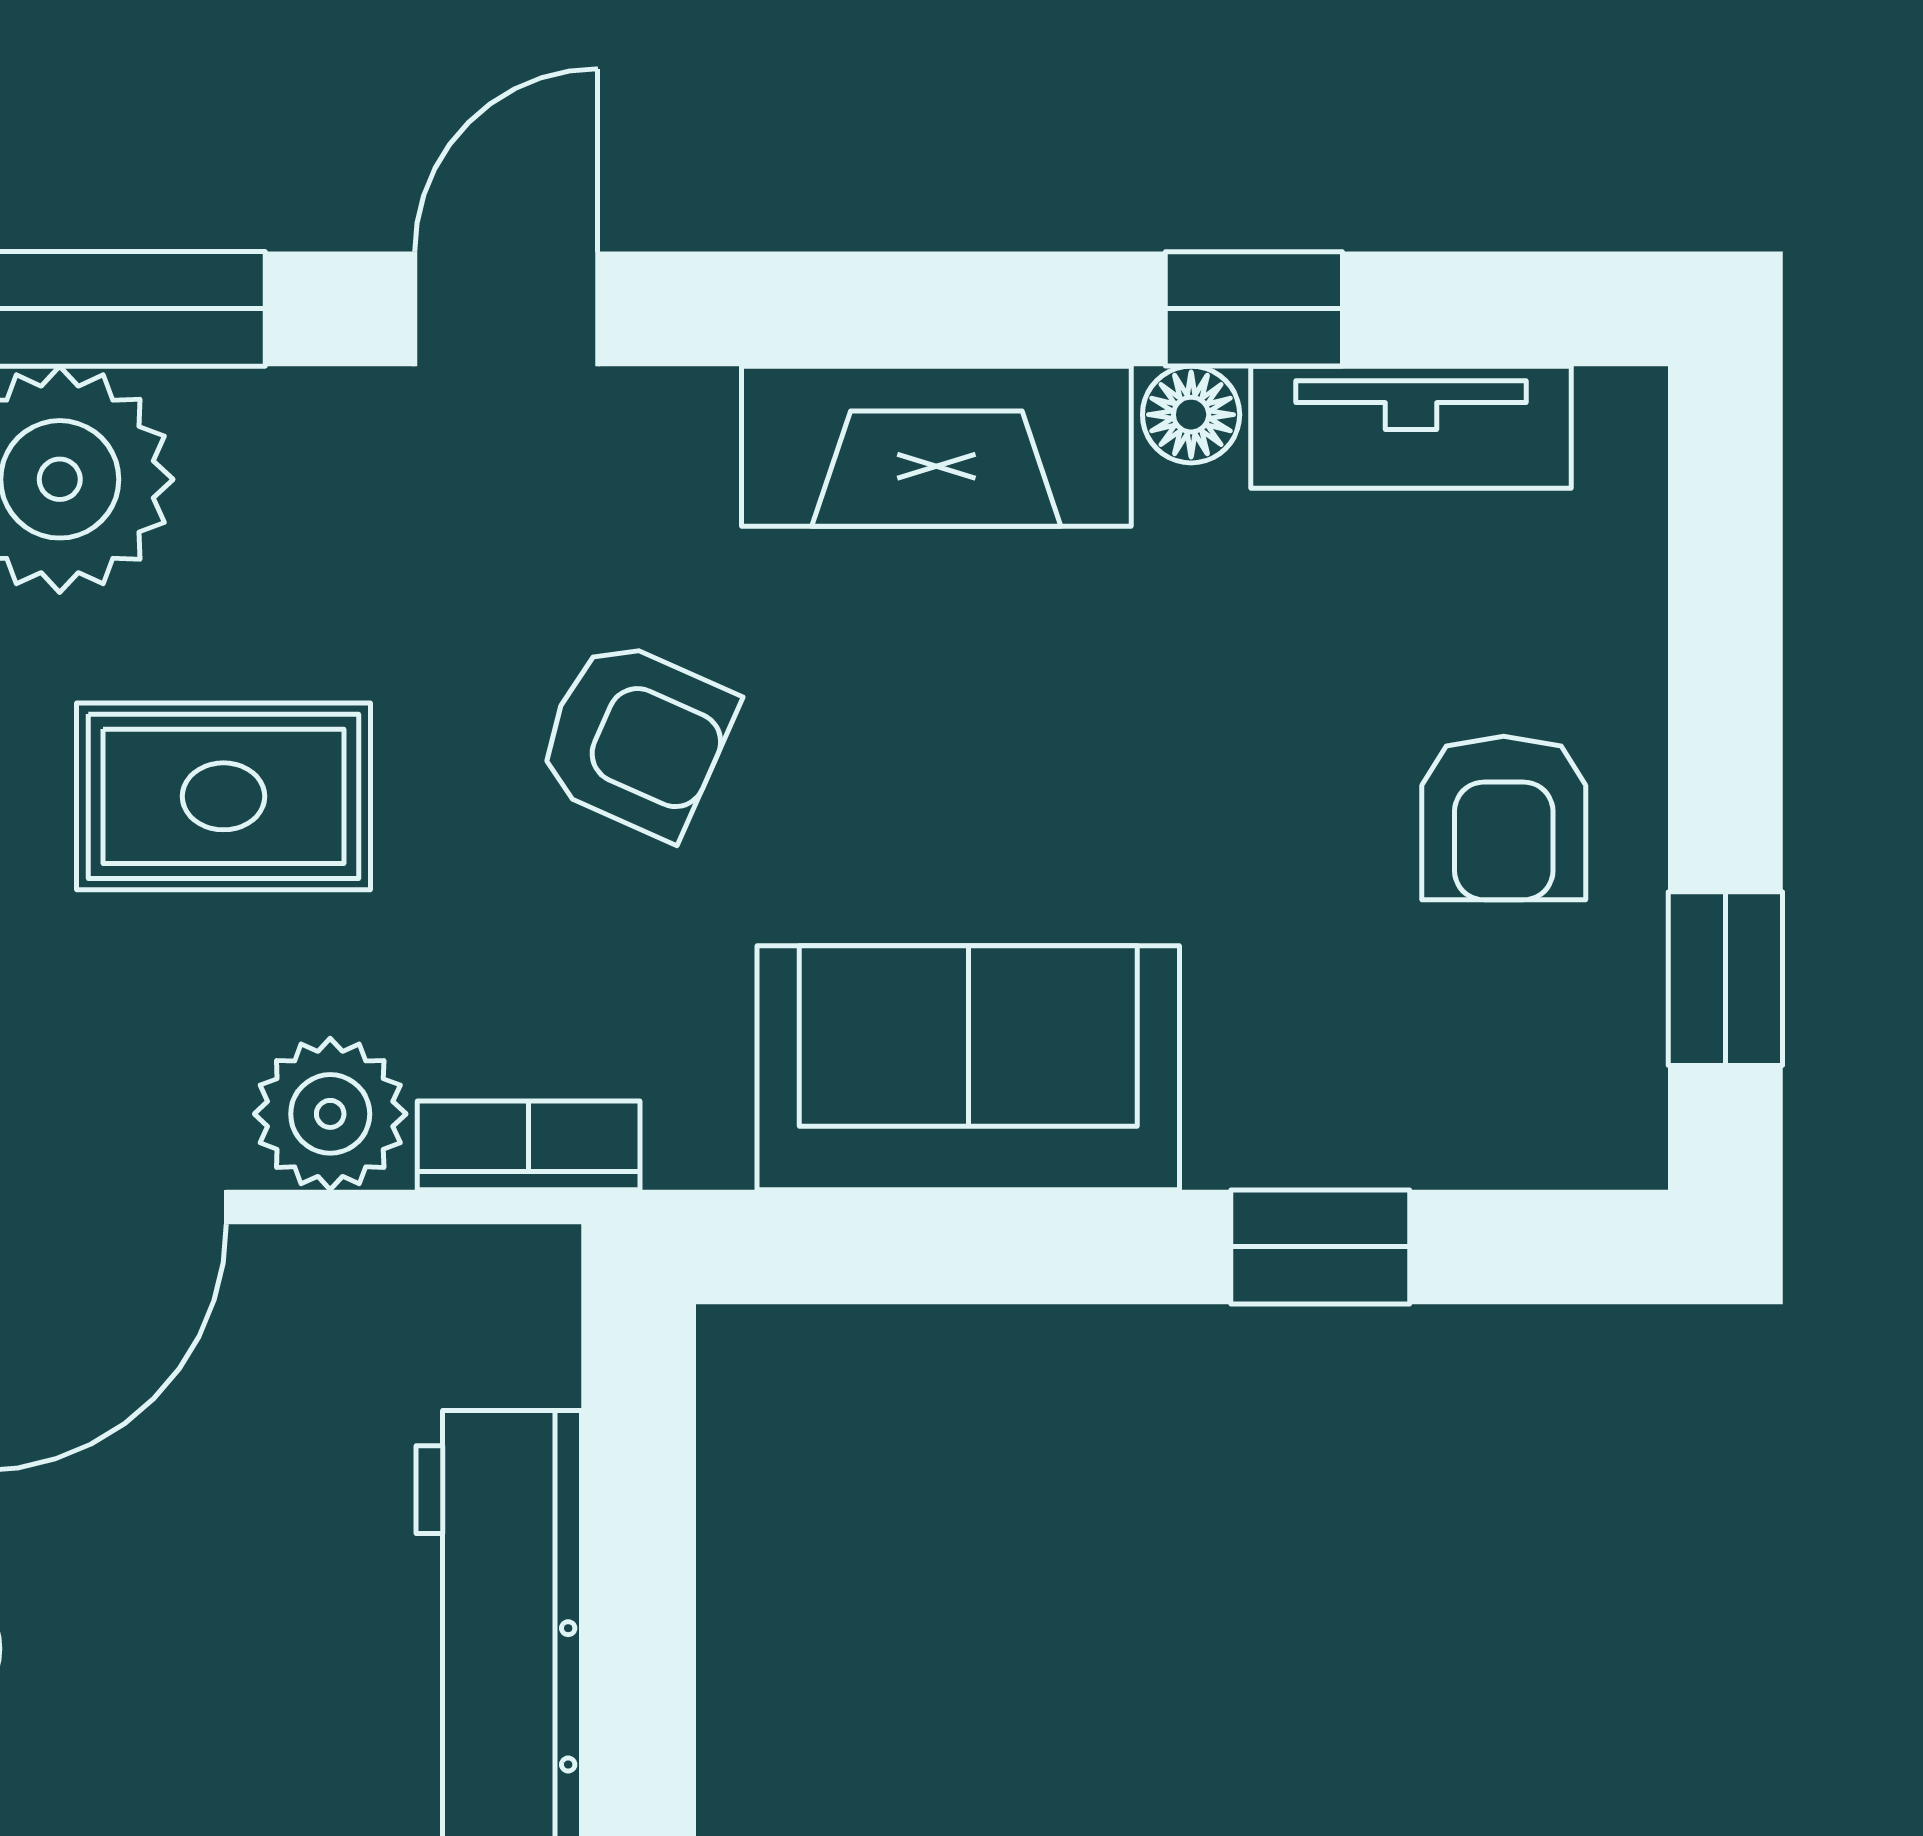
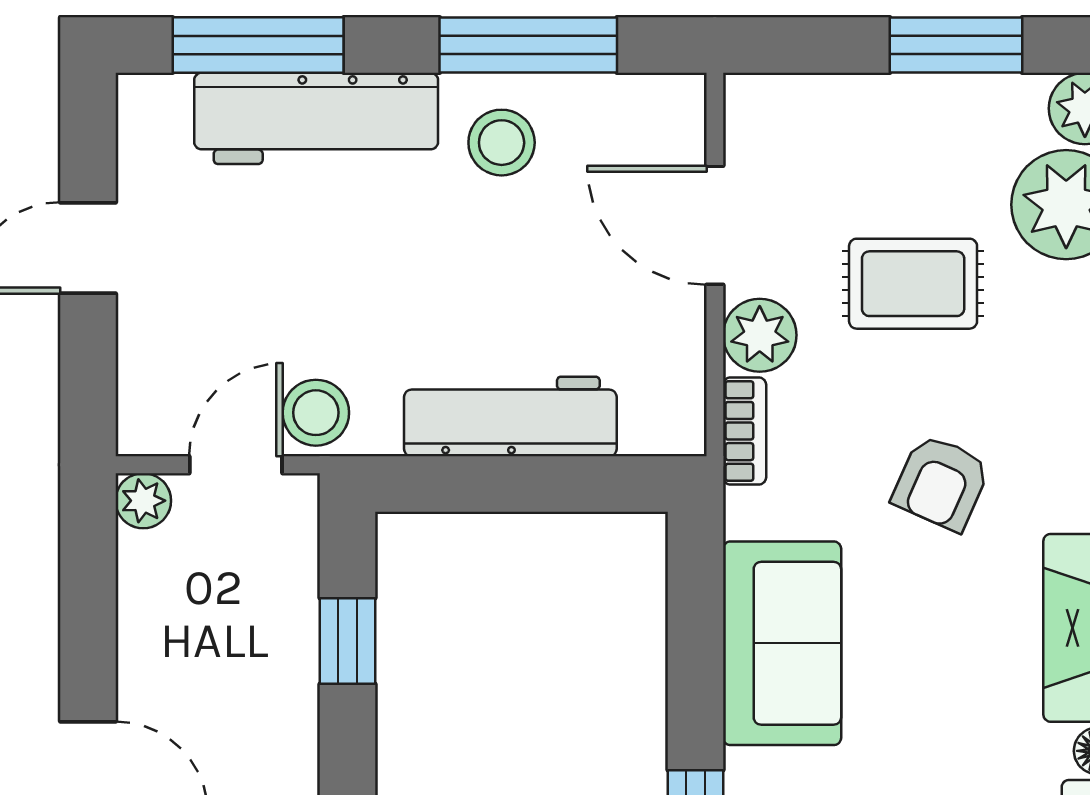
rug: (224, 796) -> (913, 284), turned 90

